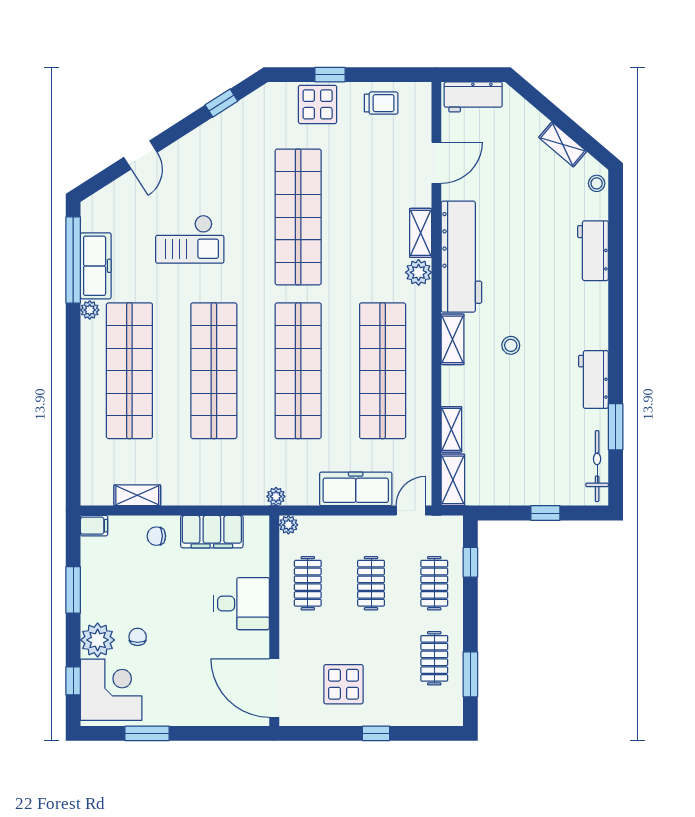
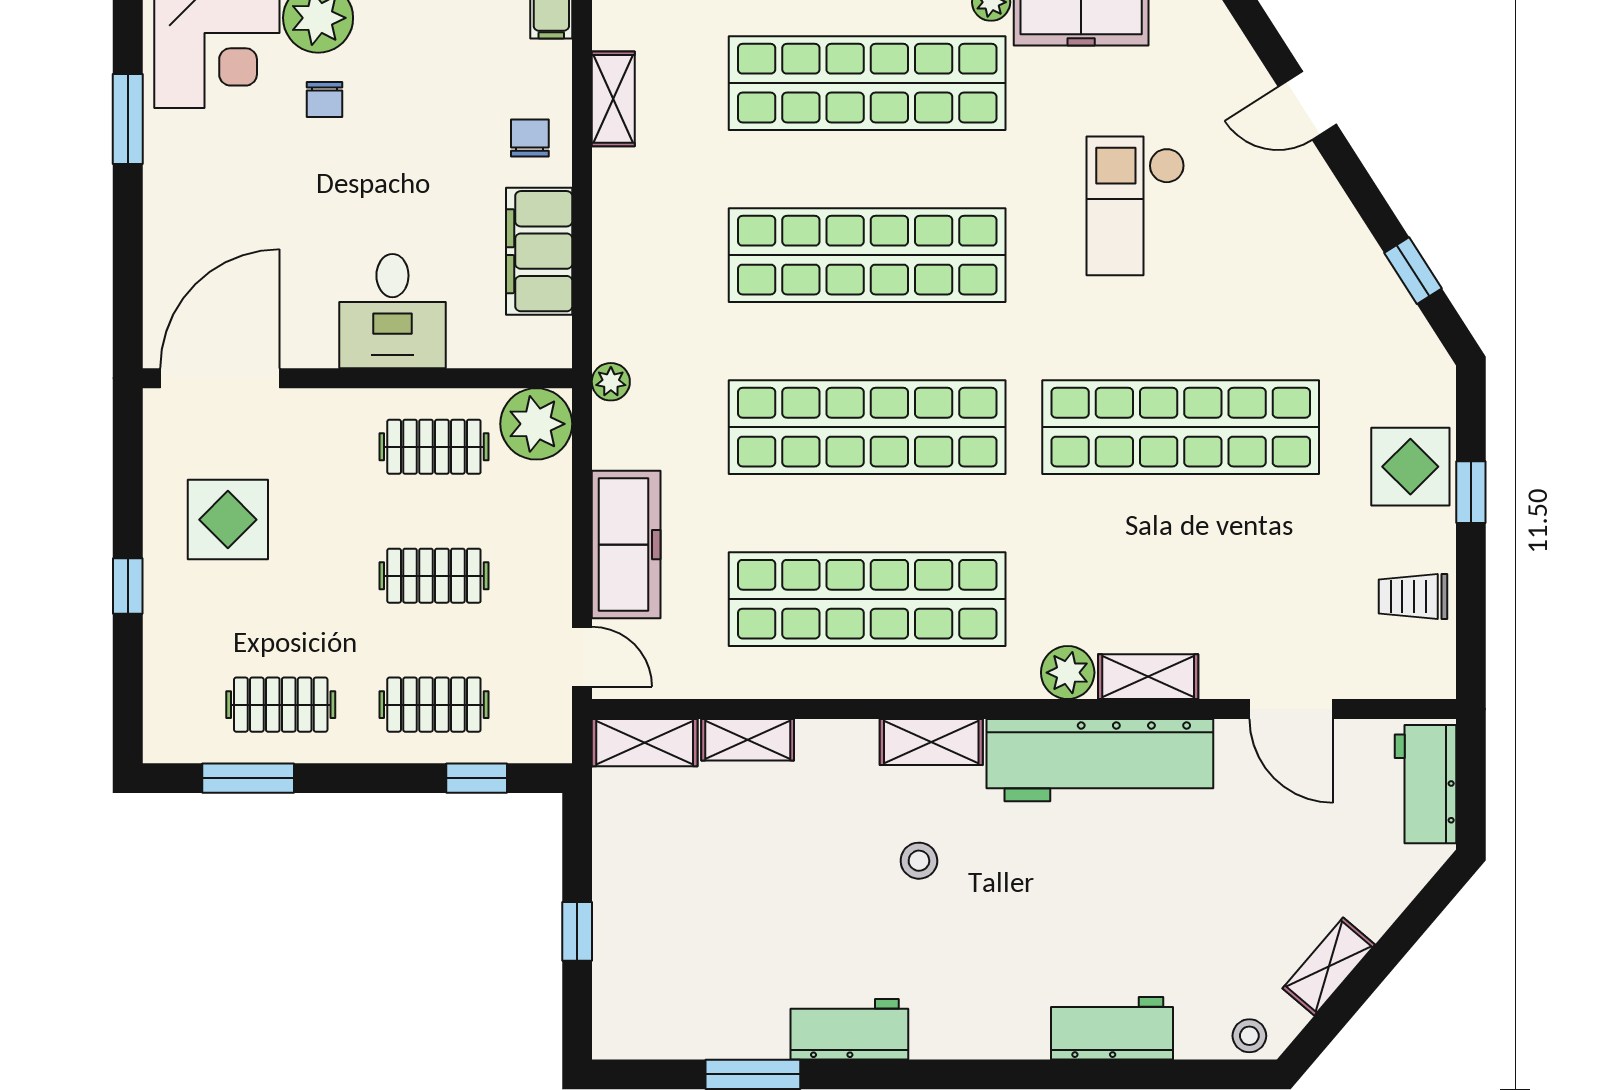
trolley: (381, 103) -> (1413, 597), turned 90
bicycle: (597, 466) -> (673, 1037), removed
plant: (288, 525) -> (536, 424), width x1.87, depth x1.87
chair: (138, 637) -> (324, 100), turned 90

